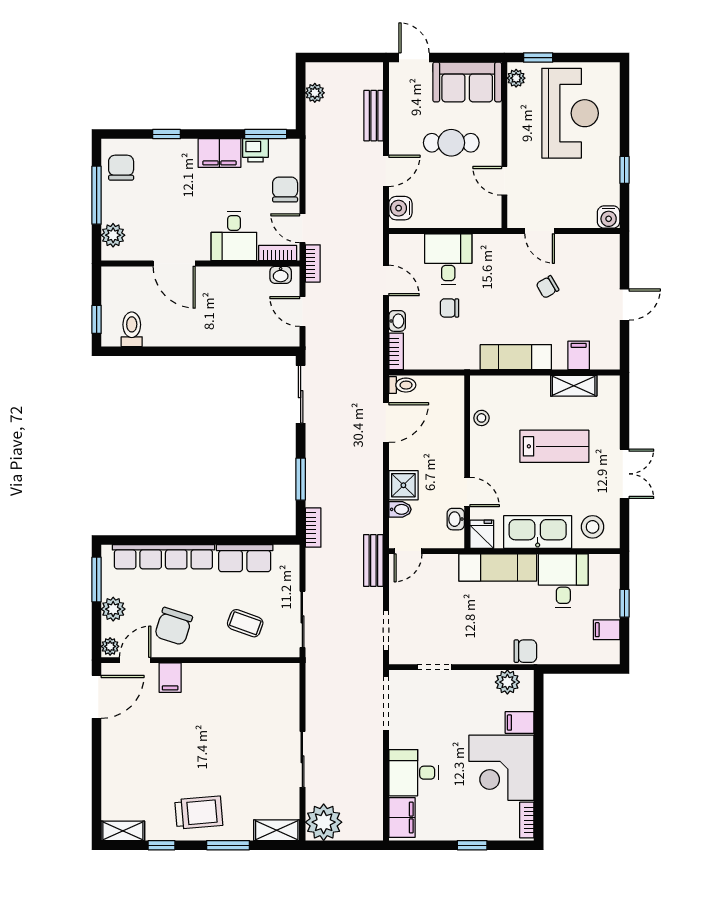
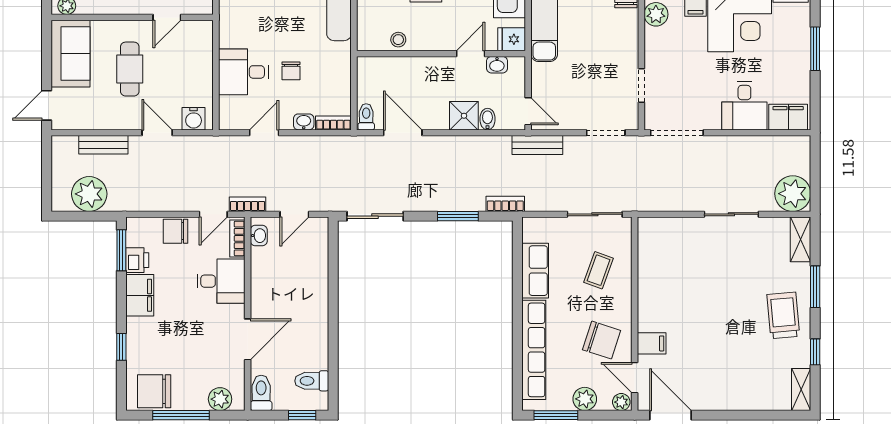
plant: (315, 93) -> (89, 194), width x1.87, depth x1.87
chair: (121, 168) -> (154, 391), width x1.37, depth x1.37
toilet: (119, 277) -> (261, 393), added
window: (472, 845) -> (815, 49), width x1.50

